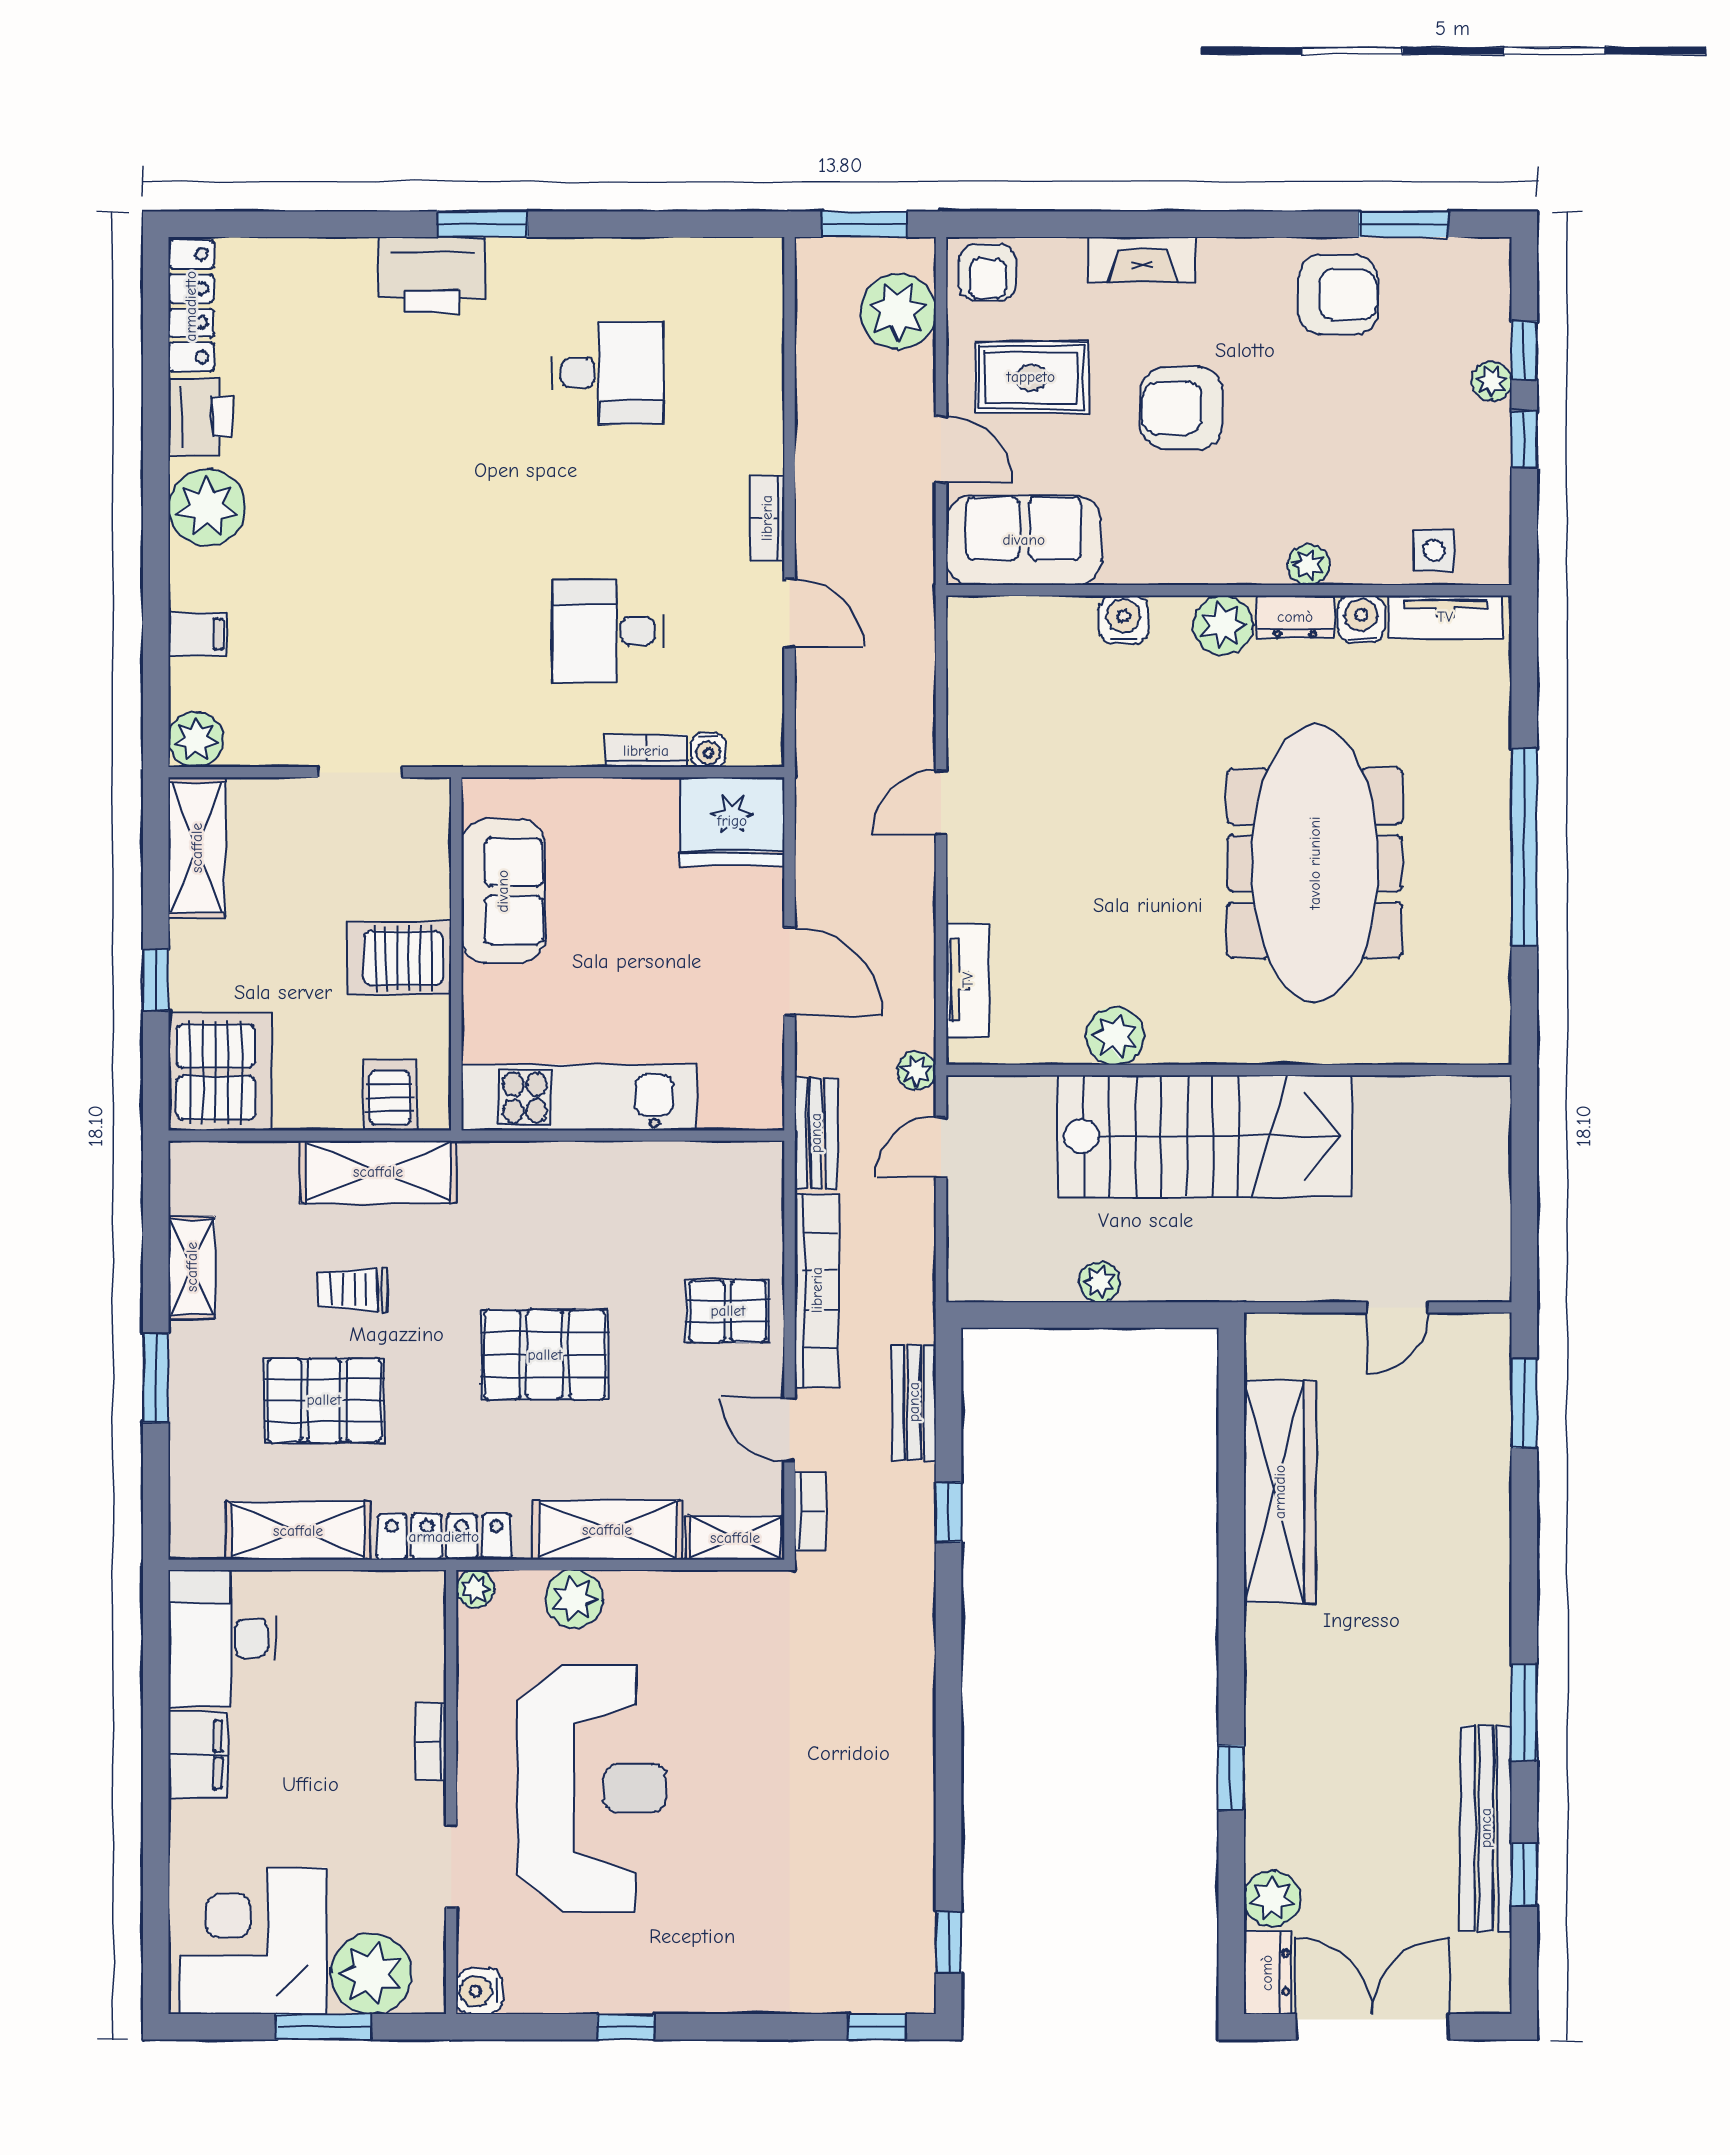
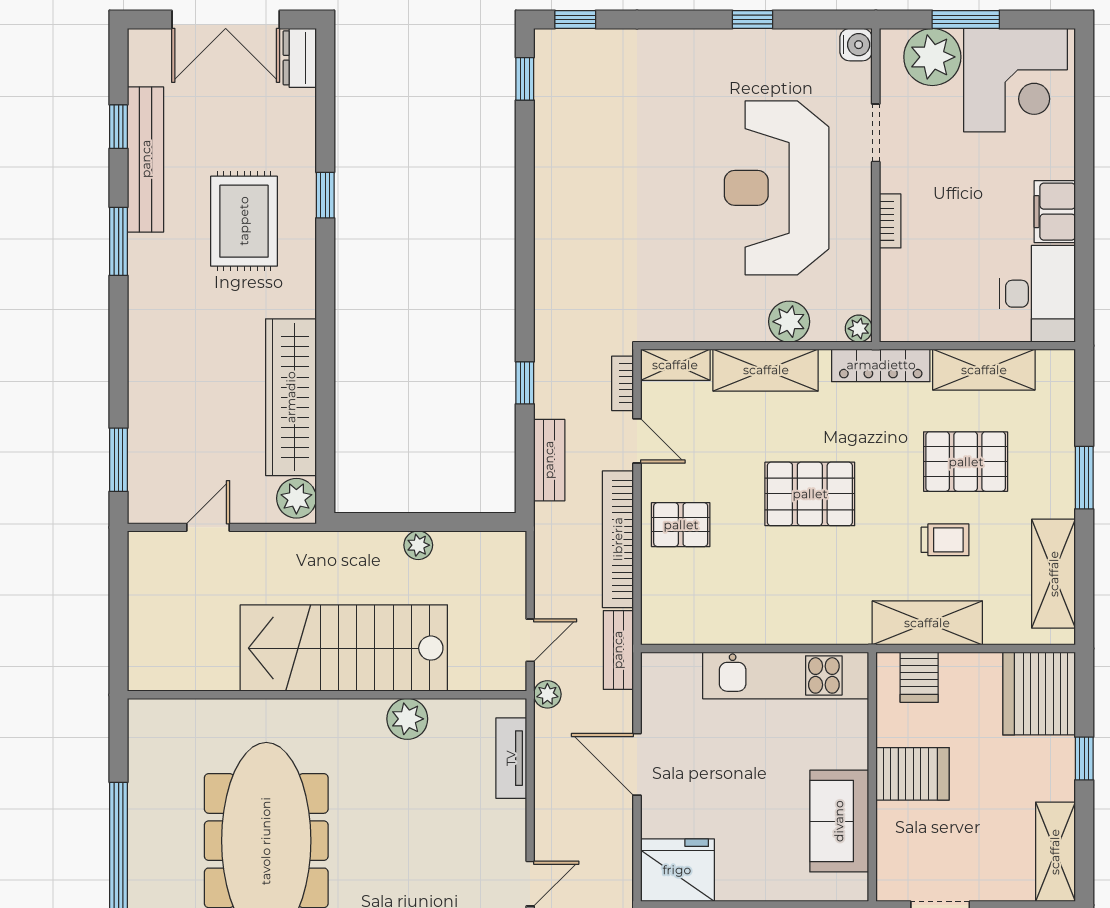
shelving: (192, 1267) -> (1054, 574), width x1.50, depth x1.33
rug: (1346, 1741) -> (244, 221), added
plant: (1272, 1899) -> (296, 498), moved

